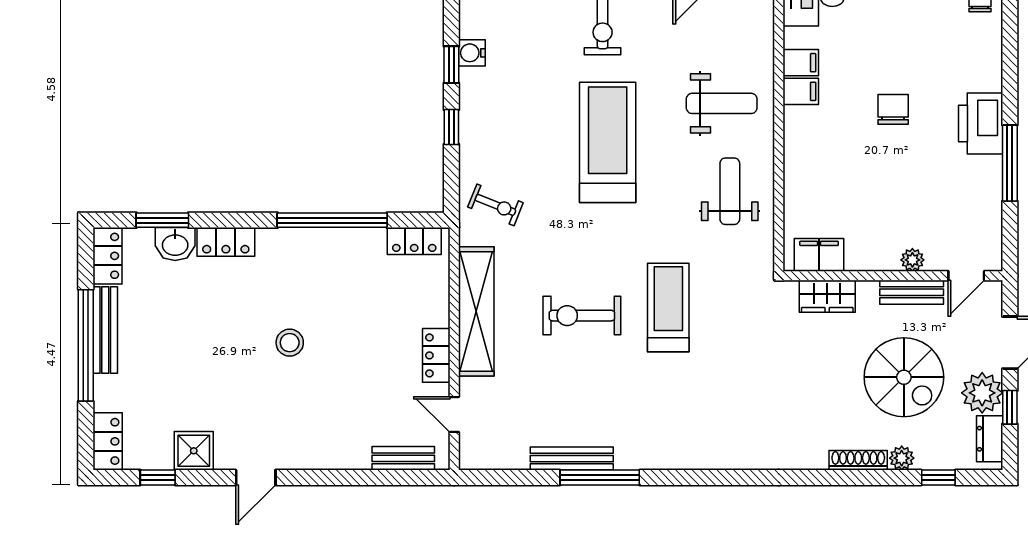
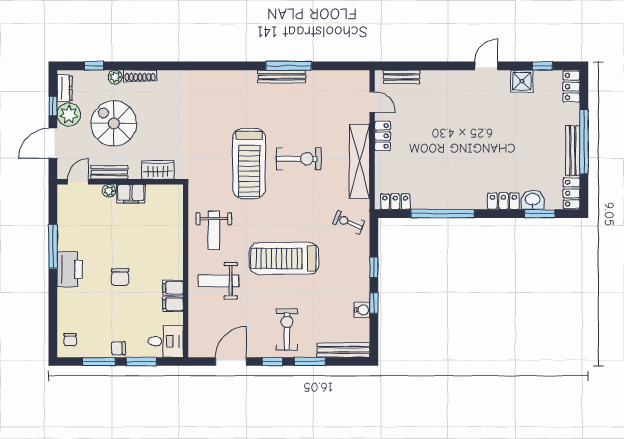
treadmill: (608, 142) -> (284, 258), turned 90
filing cabinet: (819, 255) -> (131, 194), moved
treadmill: (668, 307) -> (249, 163), width x1.37, depth x1.38
stool: (290, 343) -> (467, 143), removed
bench: (572, 459) -> (282, 77), moved

